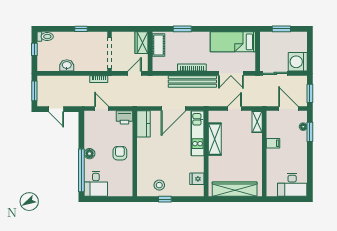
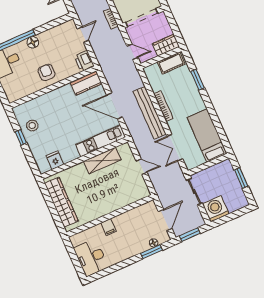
shelving: (257, 122) -> (138, 195), removed
filing cabinet: (273, 143) -> (108, 227), moved
armchair: (120, 153) -> (47, 72), turned -90

